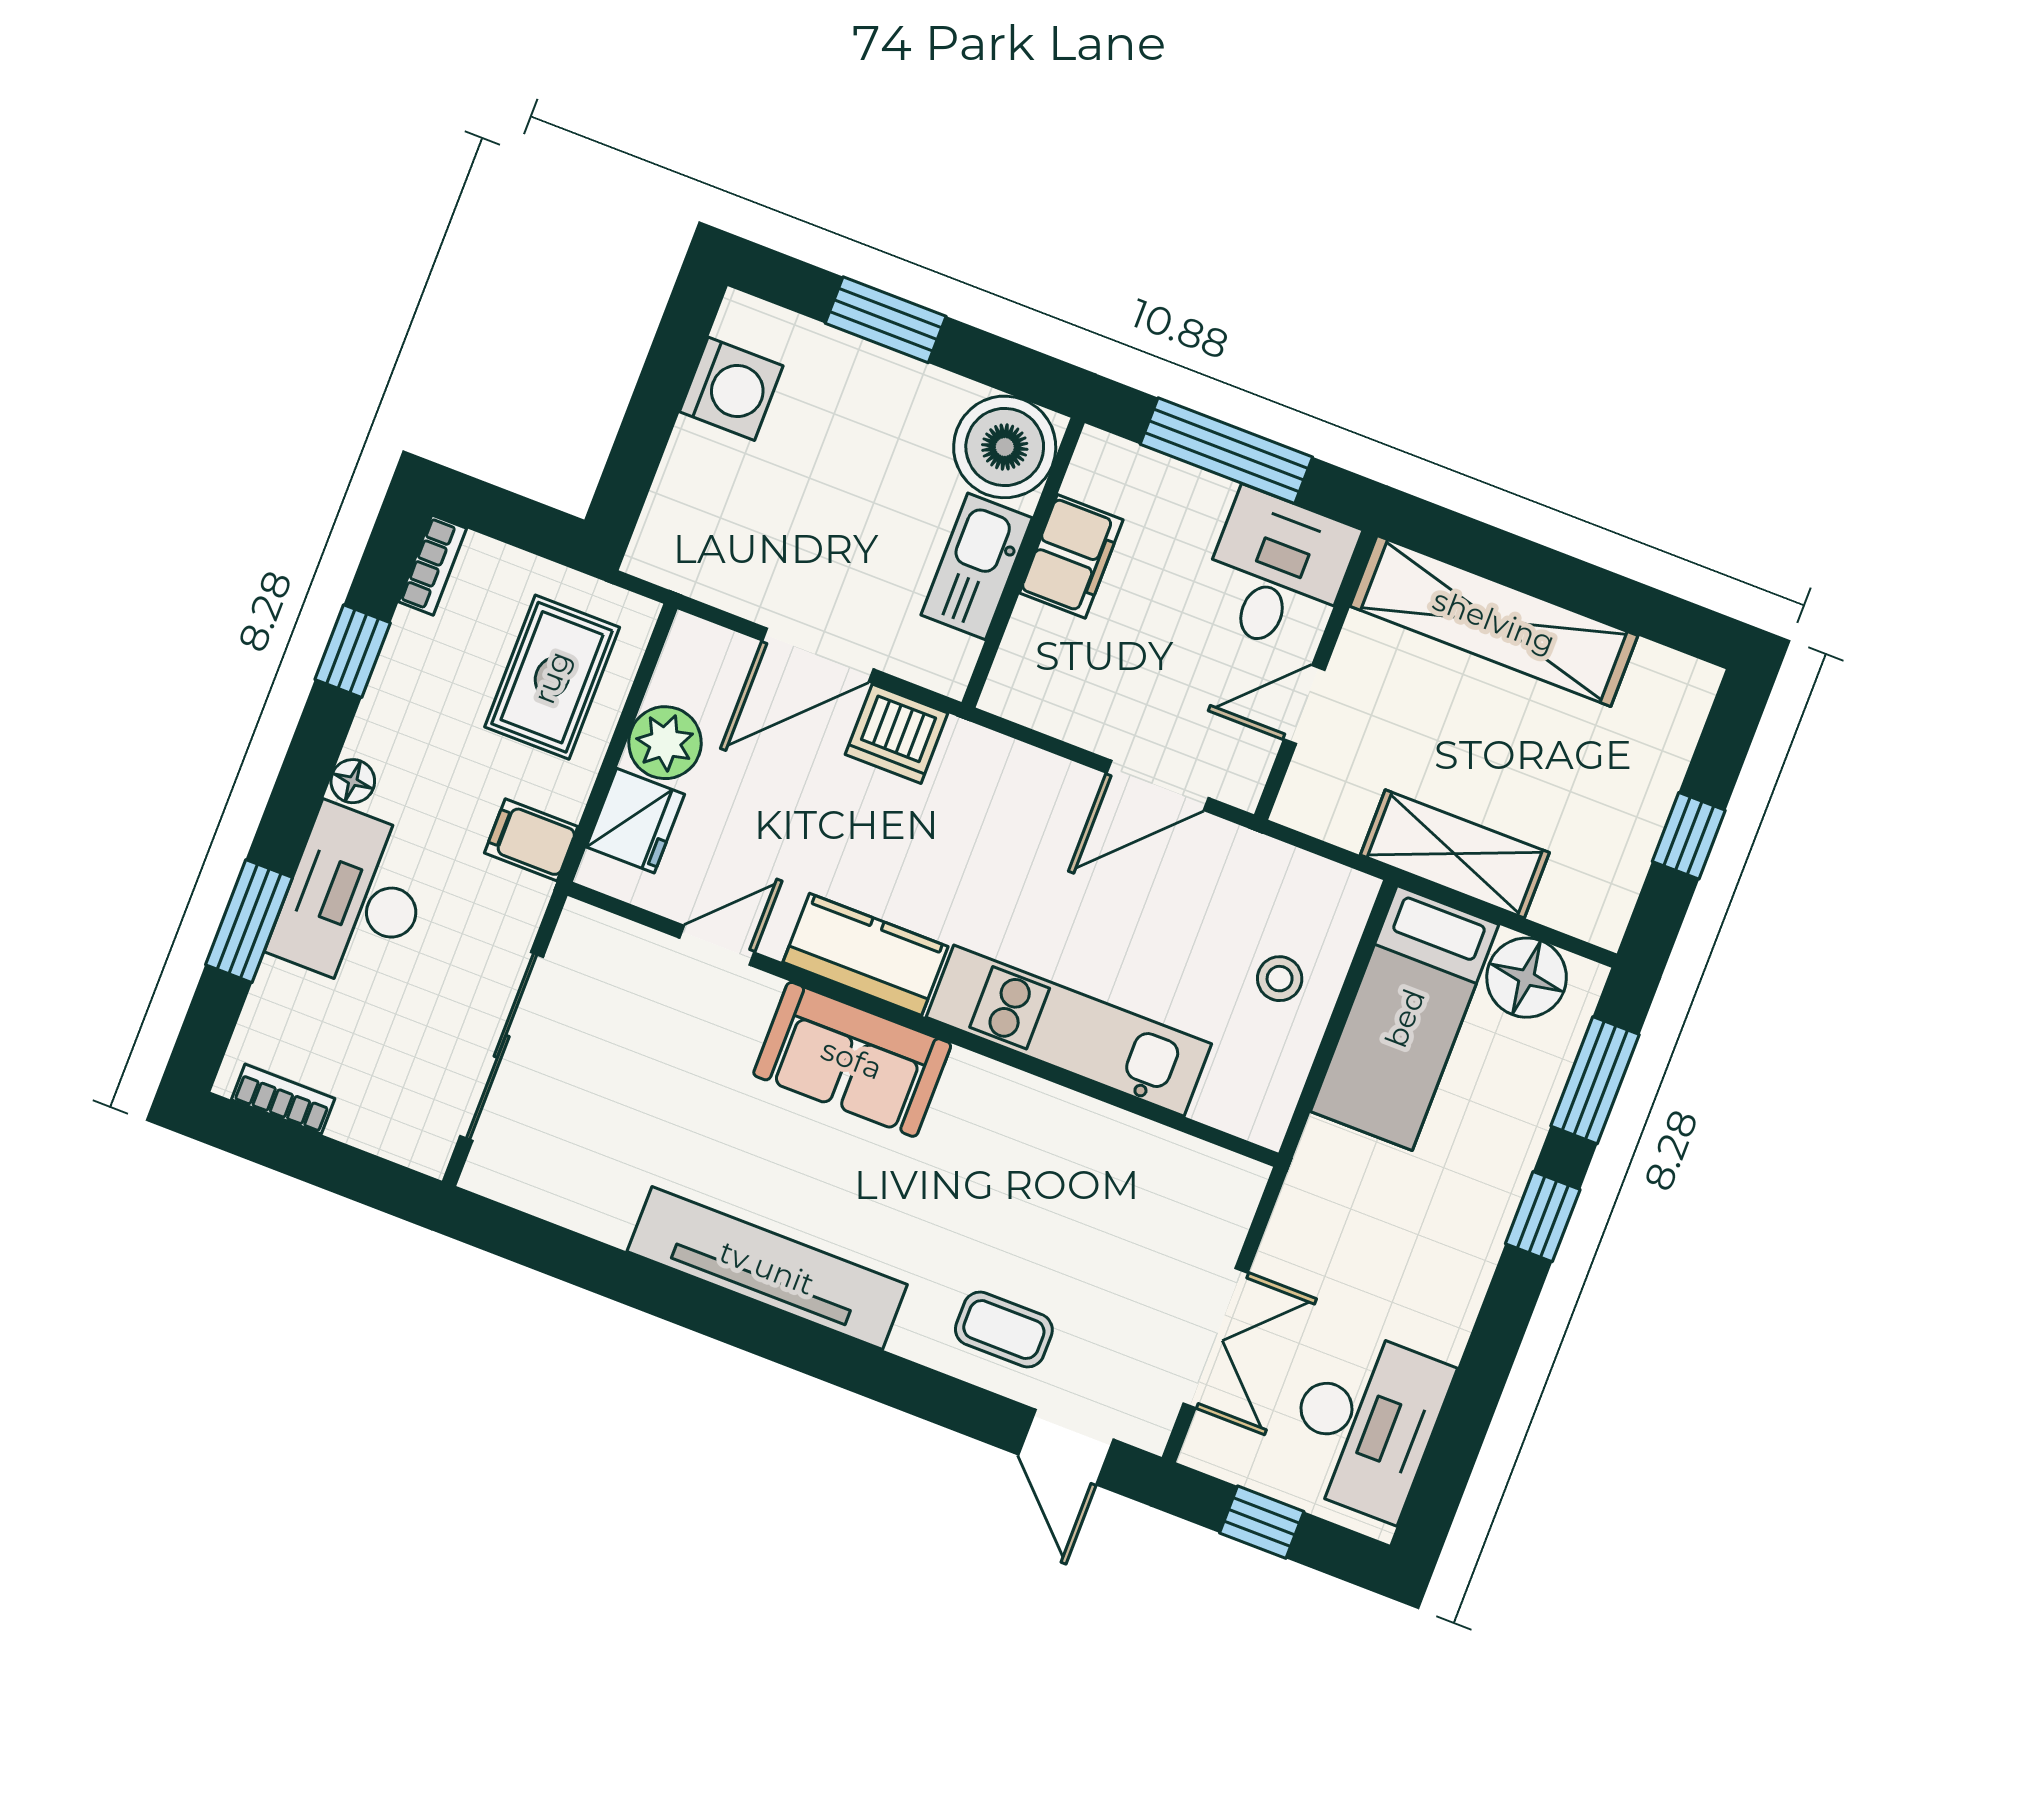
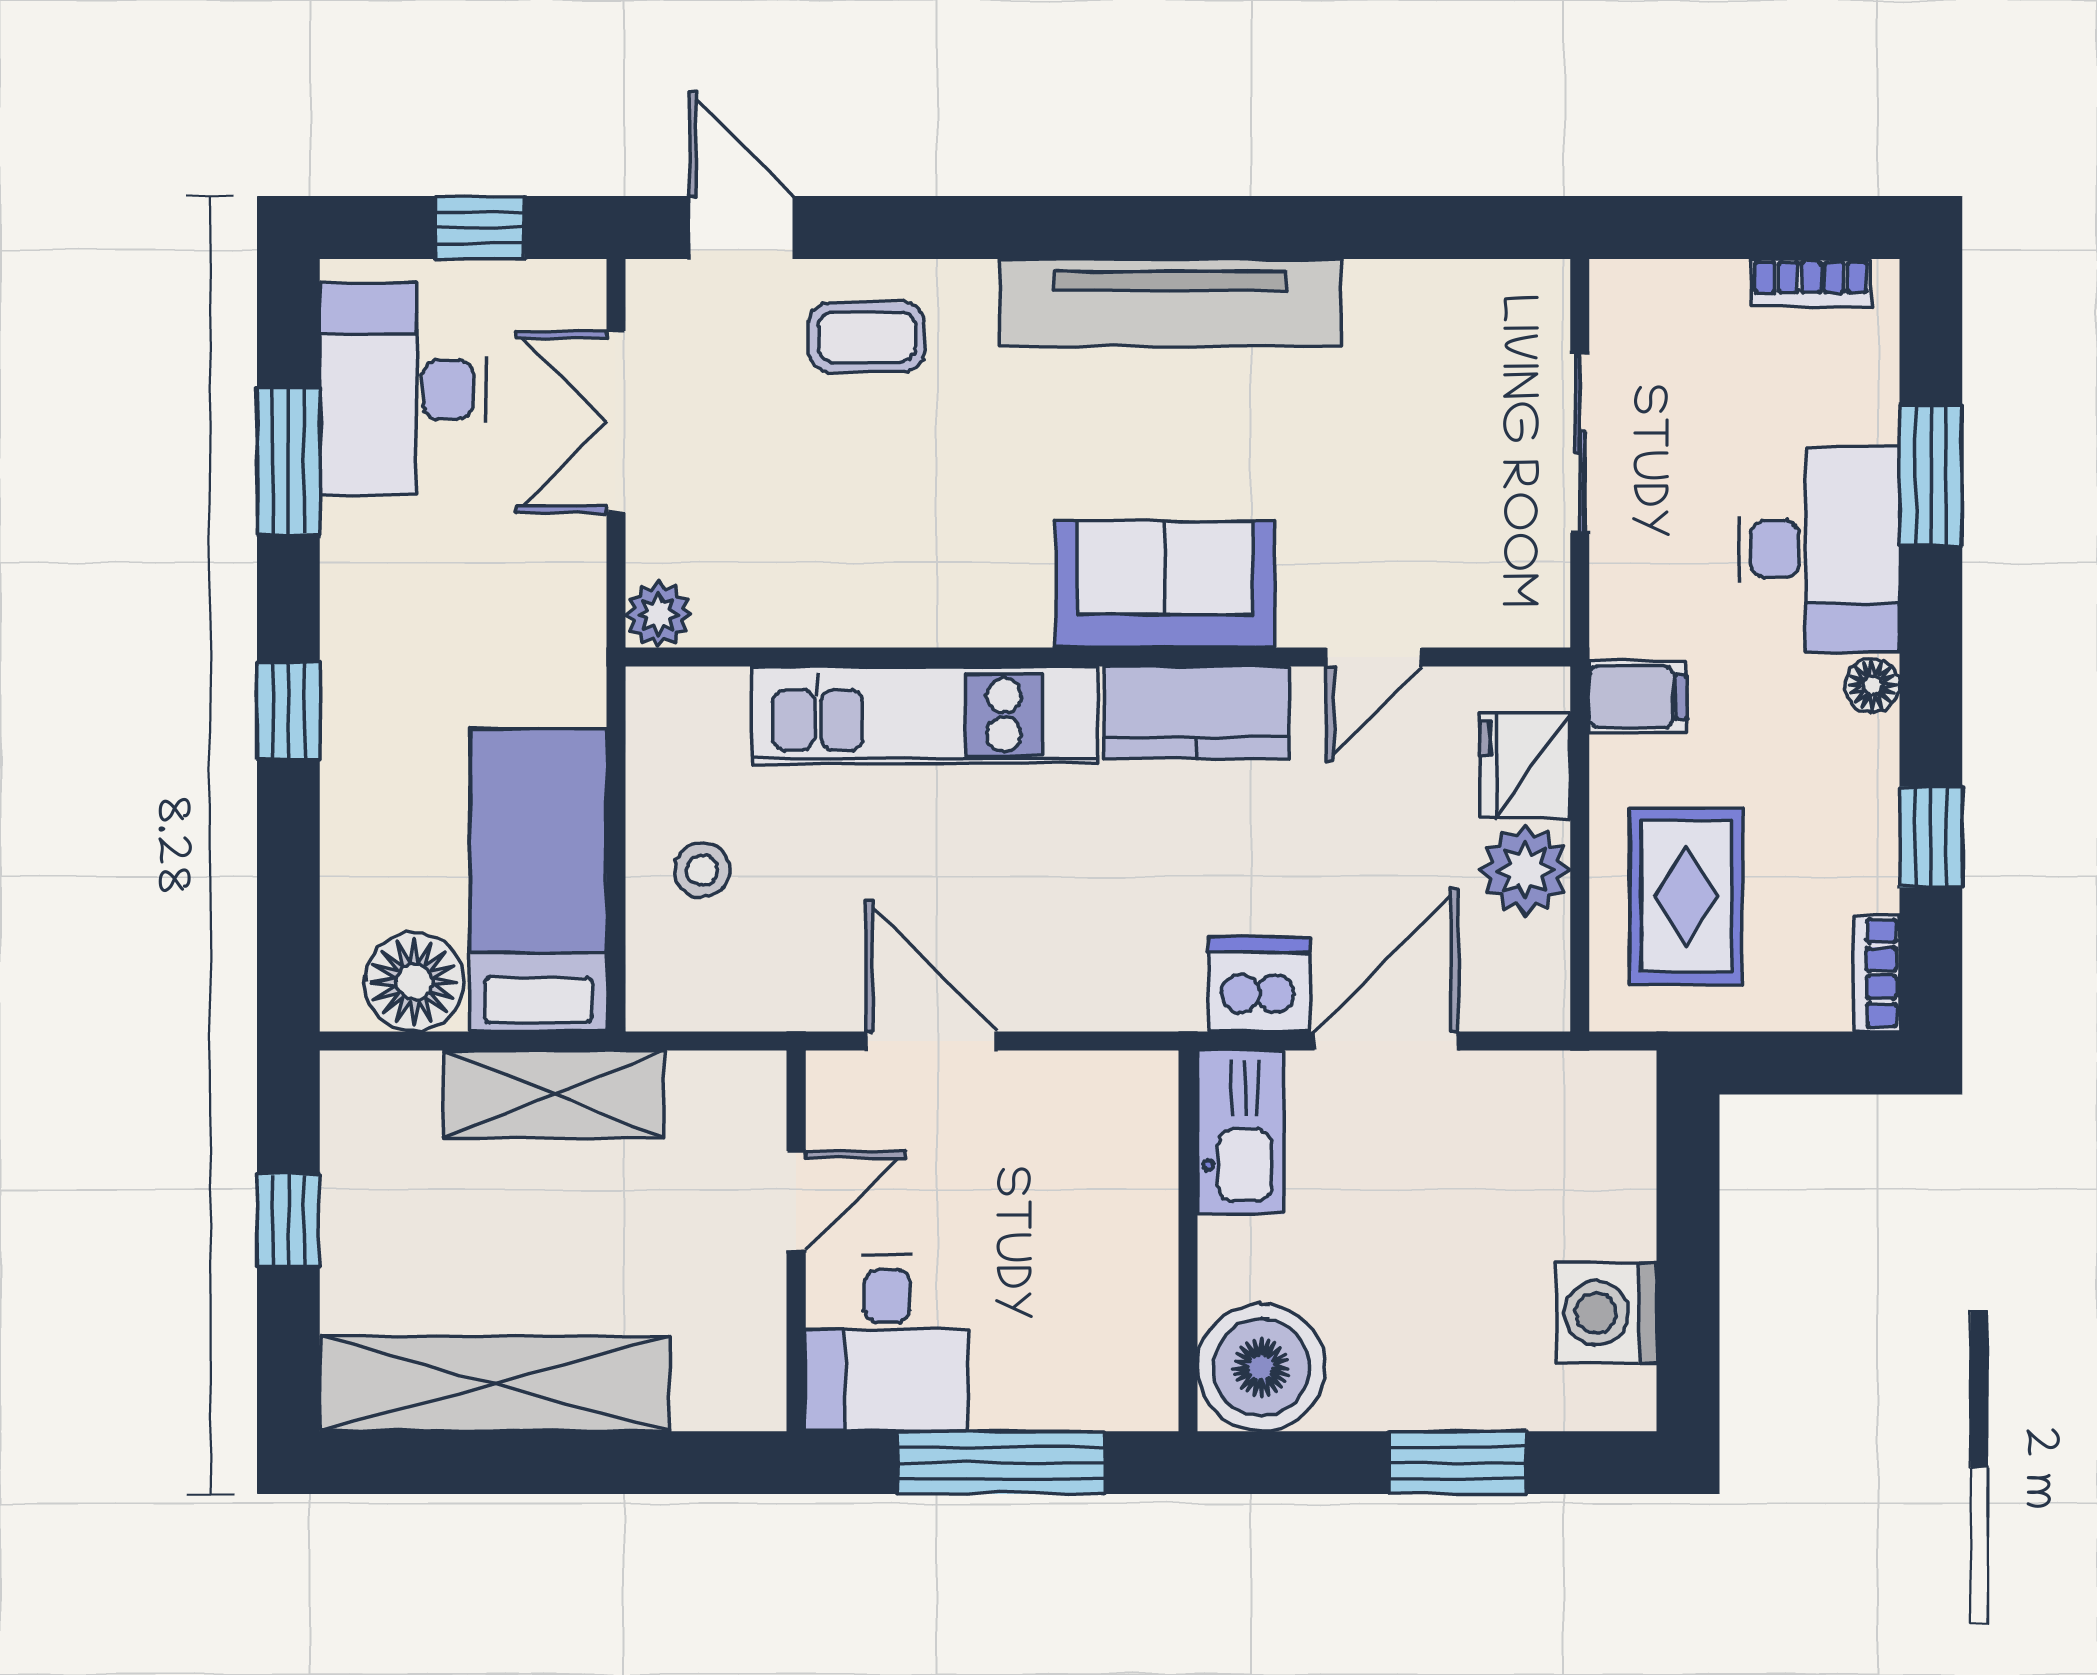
filing cabinet: (1071, 556) -> (1134, 1270), removed
kitchen sink: (977, 566) -> (1241, 1132), moved
shelving: (1494, 621) -> (494, 1384), moved
door: (1157, 785) -> (931, 1041), hinge flipped
sliding door: (502, 1046) -> (1580, 442), width x0.73
window: (1595, 1080) -> (288, 461), moved
plant: (1239, 1182) -> (658, 615), added

